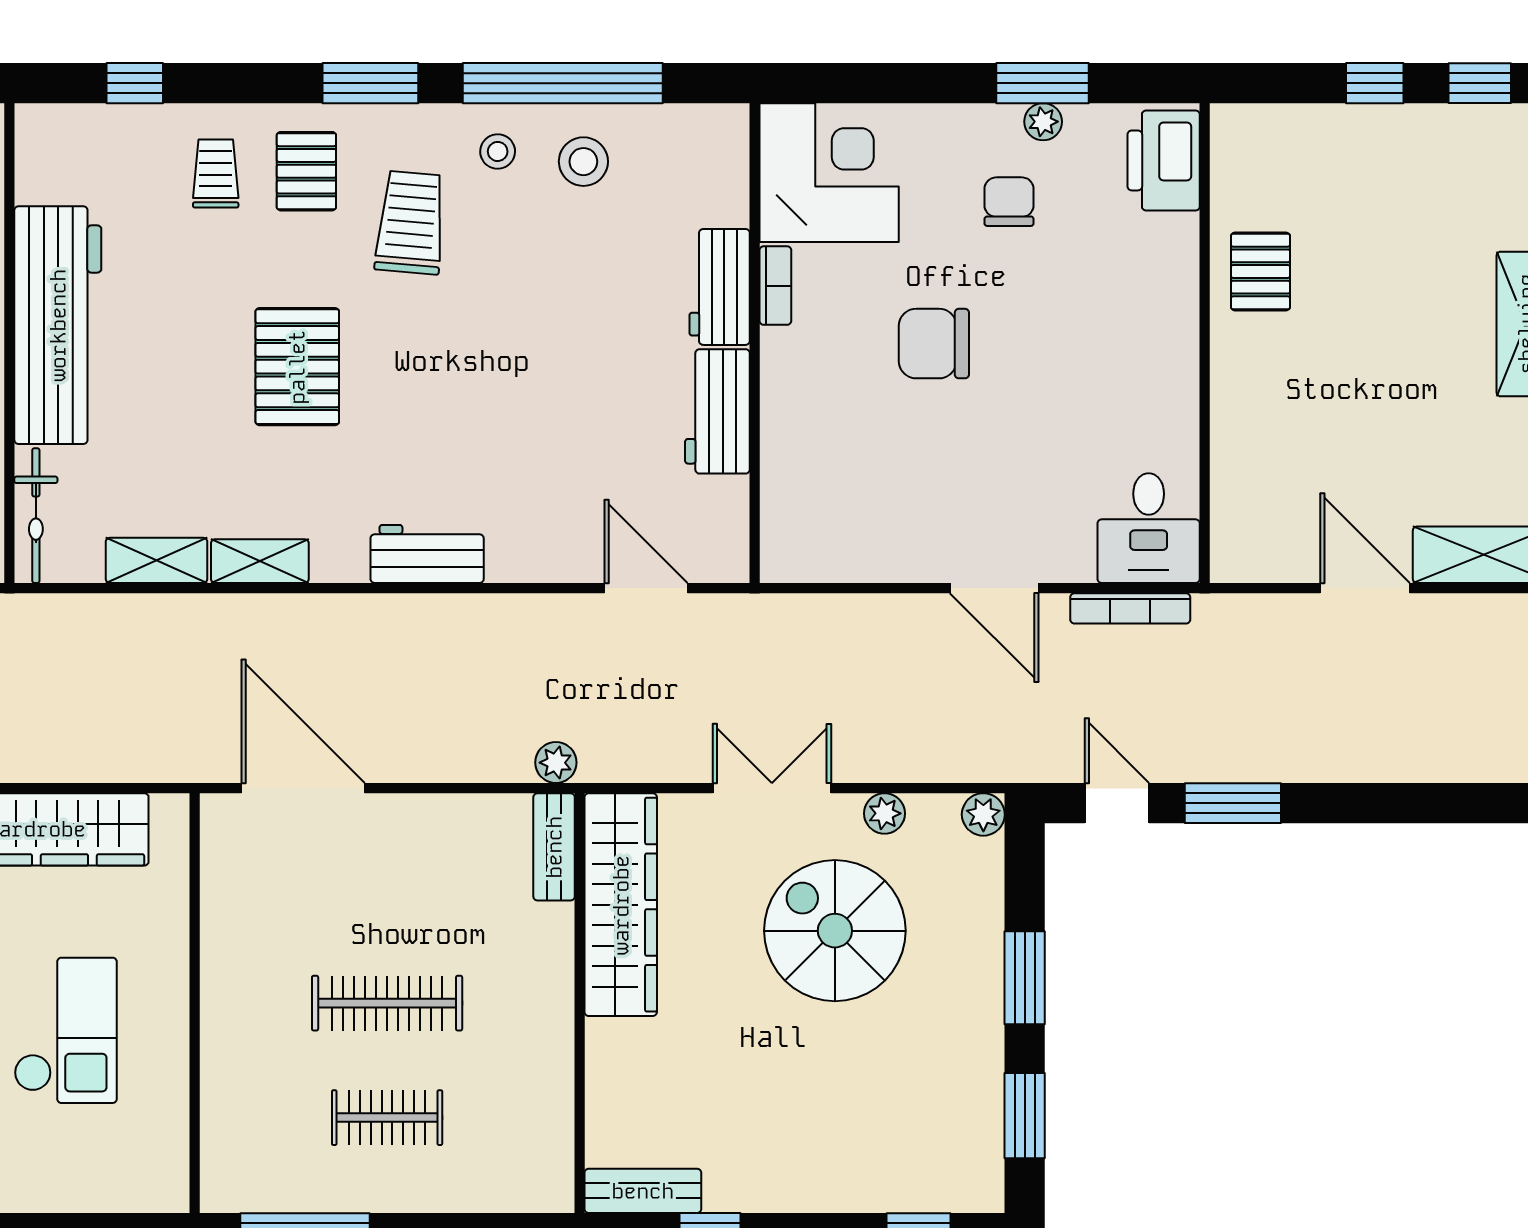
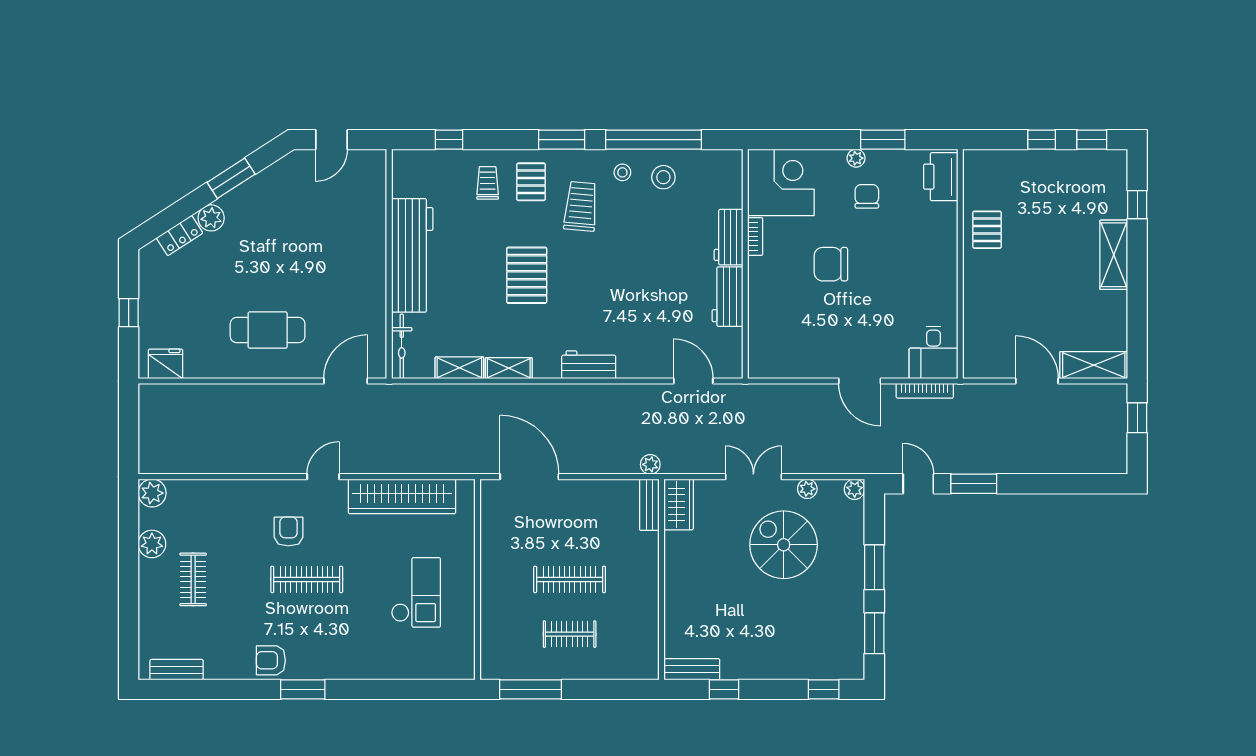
plant: (1043, 122) -> (856, 158), moved
wardrobe: (621, 905) -> (679, 504), width x0.48, depth x0.85

